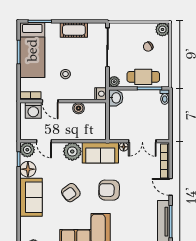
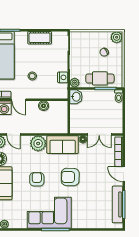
nightstand: (100, 94) -> (63, 77), moved
armchair: (71, 193) -> (37, 179), turned 126

